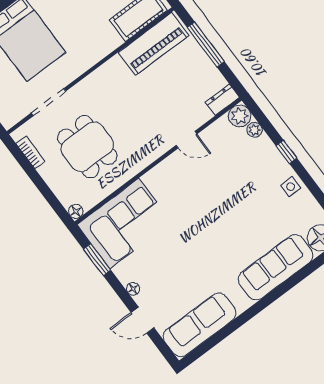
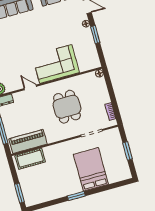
dining table: (87, 147) -> (67, 107), moved
corner sofa: (124, 223) -> (56, 64), moved
window: (97, 260) -> (95, 35), moved

